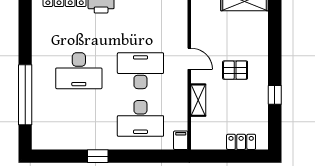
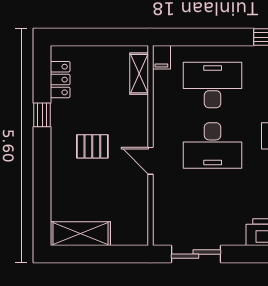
shelving: (198, 100) -> (139, 74), moved
locker: (241, 142) -> (60, 80), moved, turned -90

